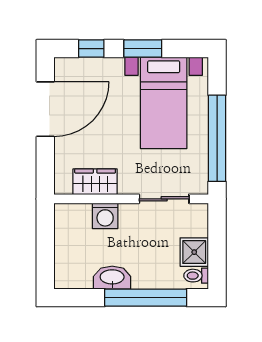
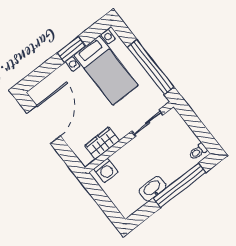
window: (91, 49) -> (43, 72), removed
washing machine: (105, 216) -> (106, 170), moved
shower: (194, 252) -> (187, 139), removed

